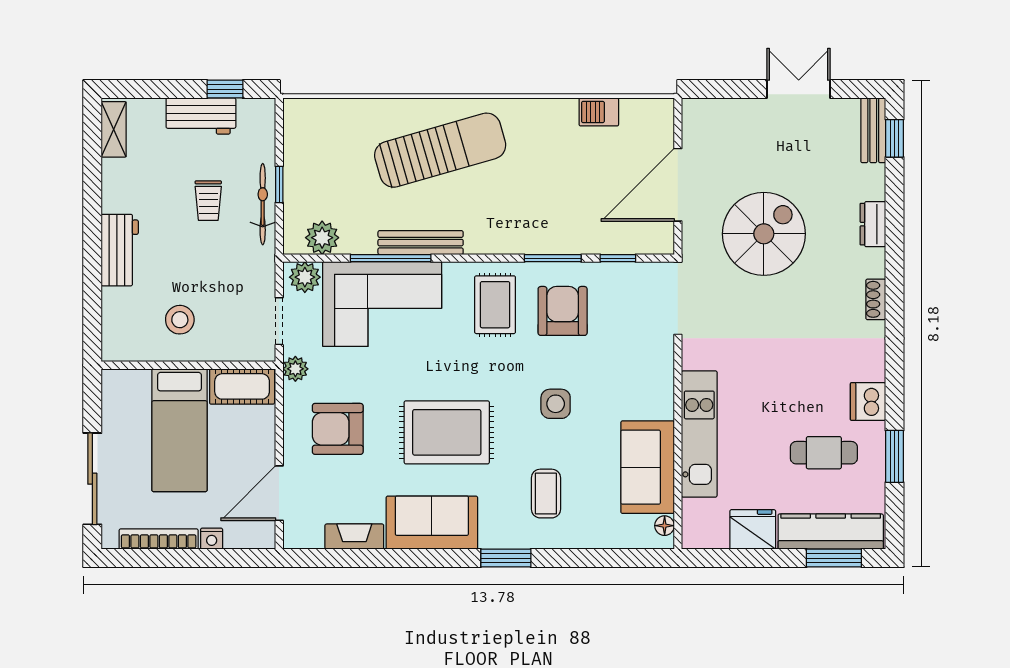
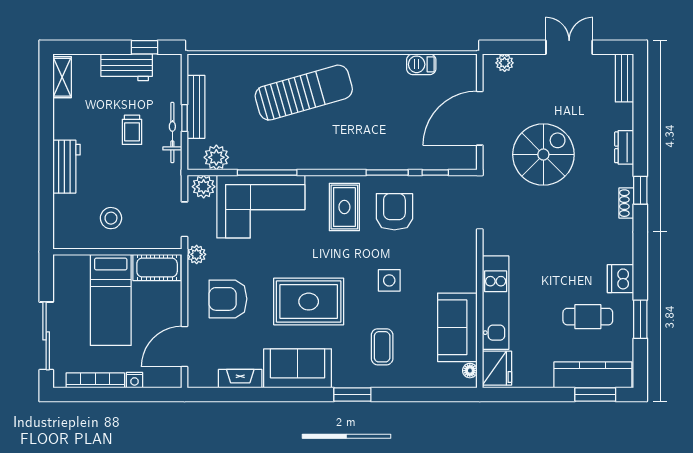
plant: (711, 110) -> (505, 63), added
window: (895, 138) -> (640, 190), moved
bench: (421, 243) -> (196, 107), moved, turned 90
fridge: (753, 529) -> (497, 368), moved, turned 90

